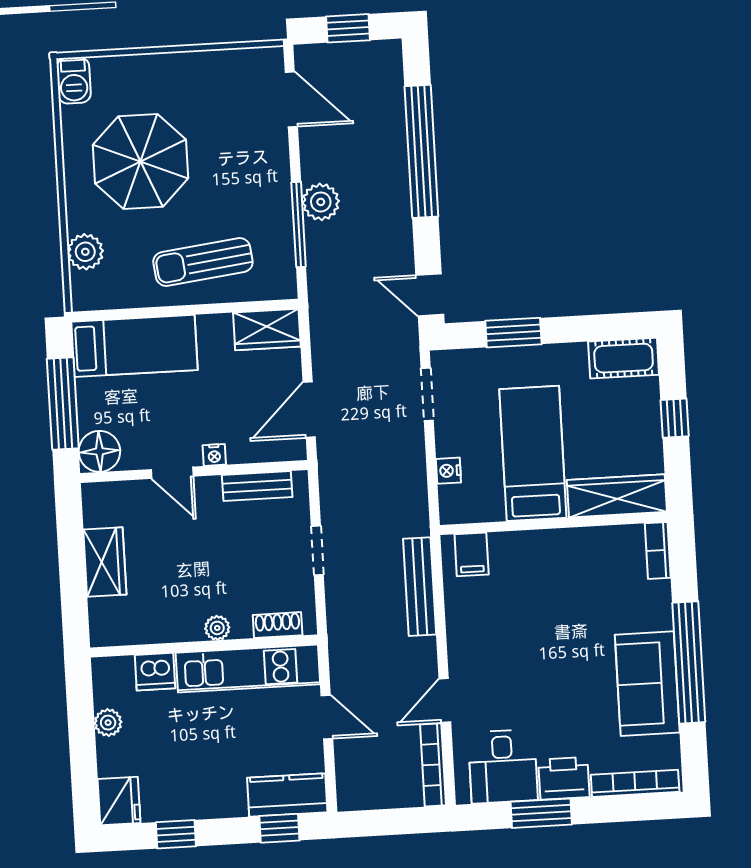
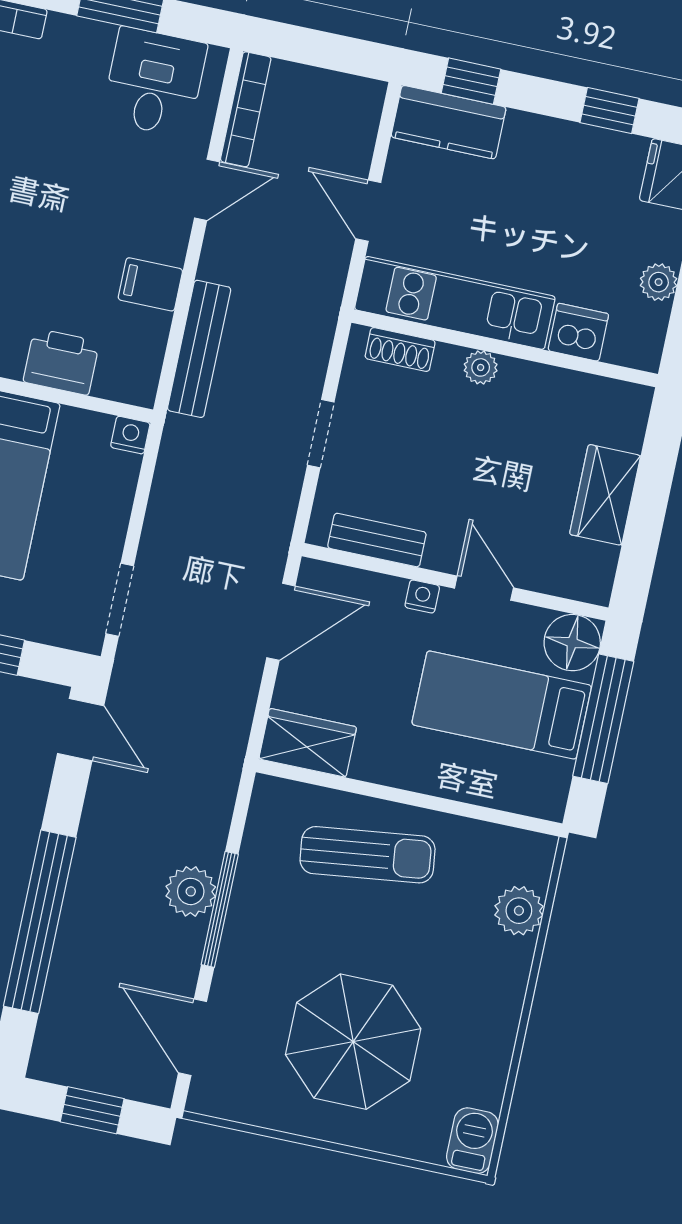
parasol: (141, 162) -> (353, 1042), moved
window: (299, 225) -> (220, 909), moved
bed: (134, 346) -> (502, 705), moved
nightstand: (448, 471) -> (130, 435), moved, turned -90
filing cabinet: (472, 554) -> (150, 284), moved, turned -90
printer: (564, 778) -> (61, 362), moved, turned 180

